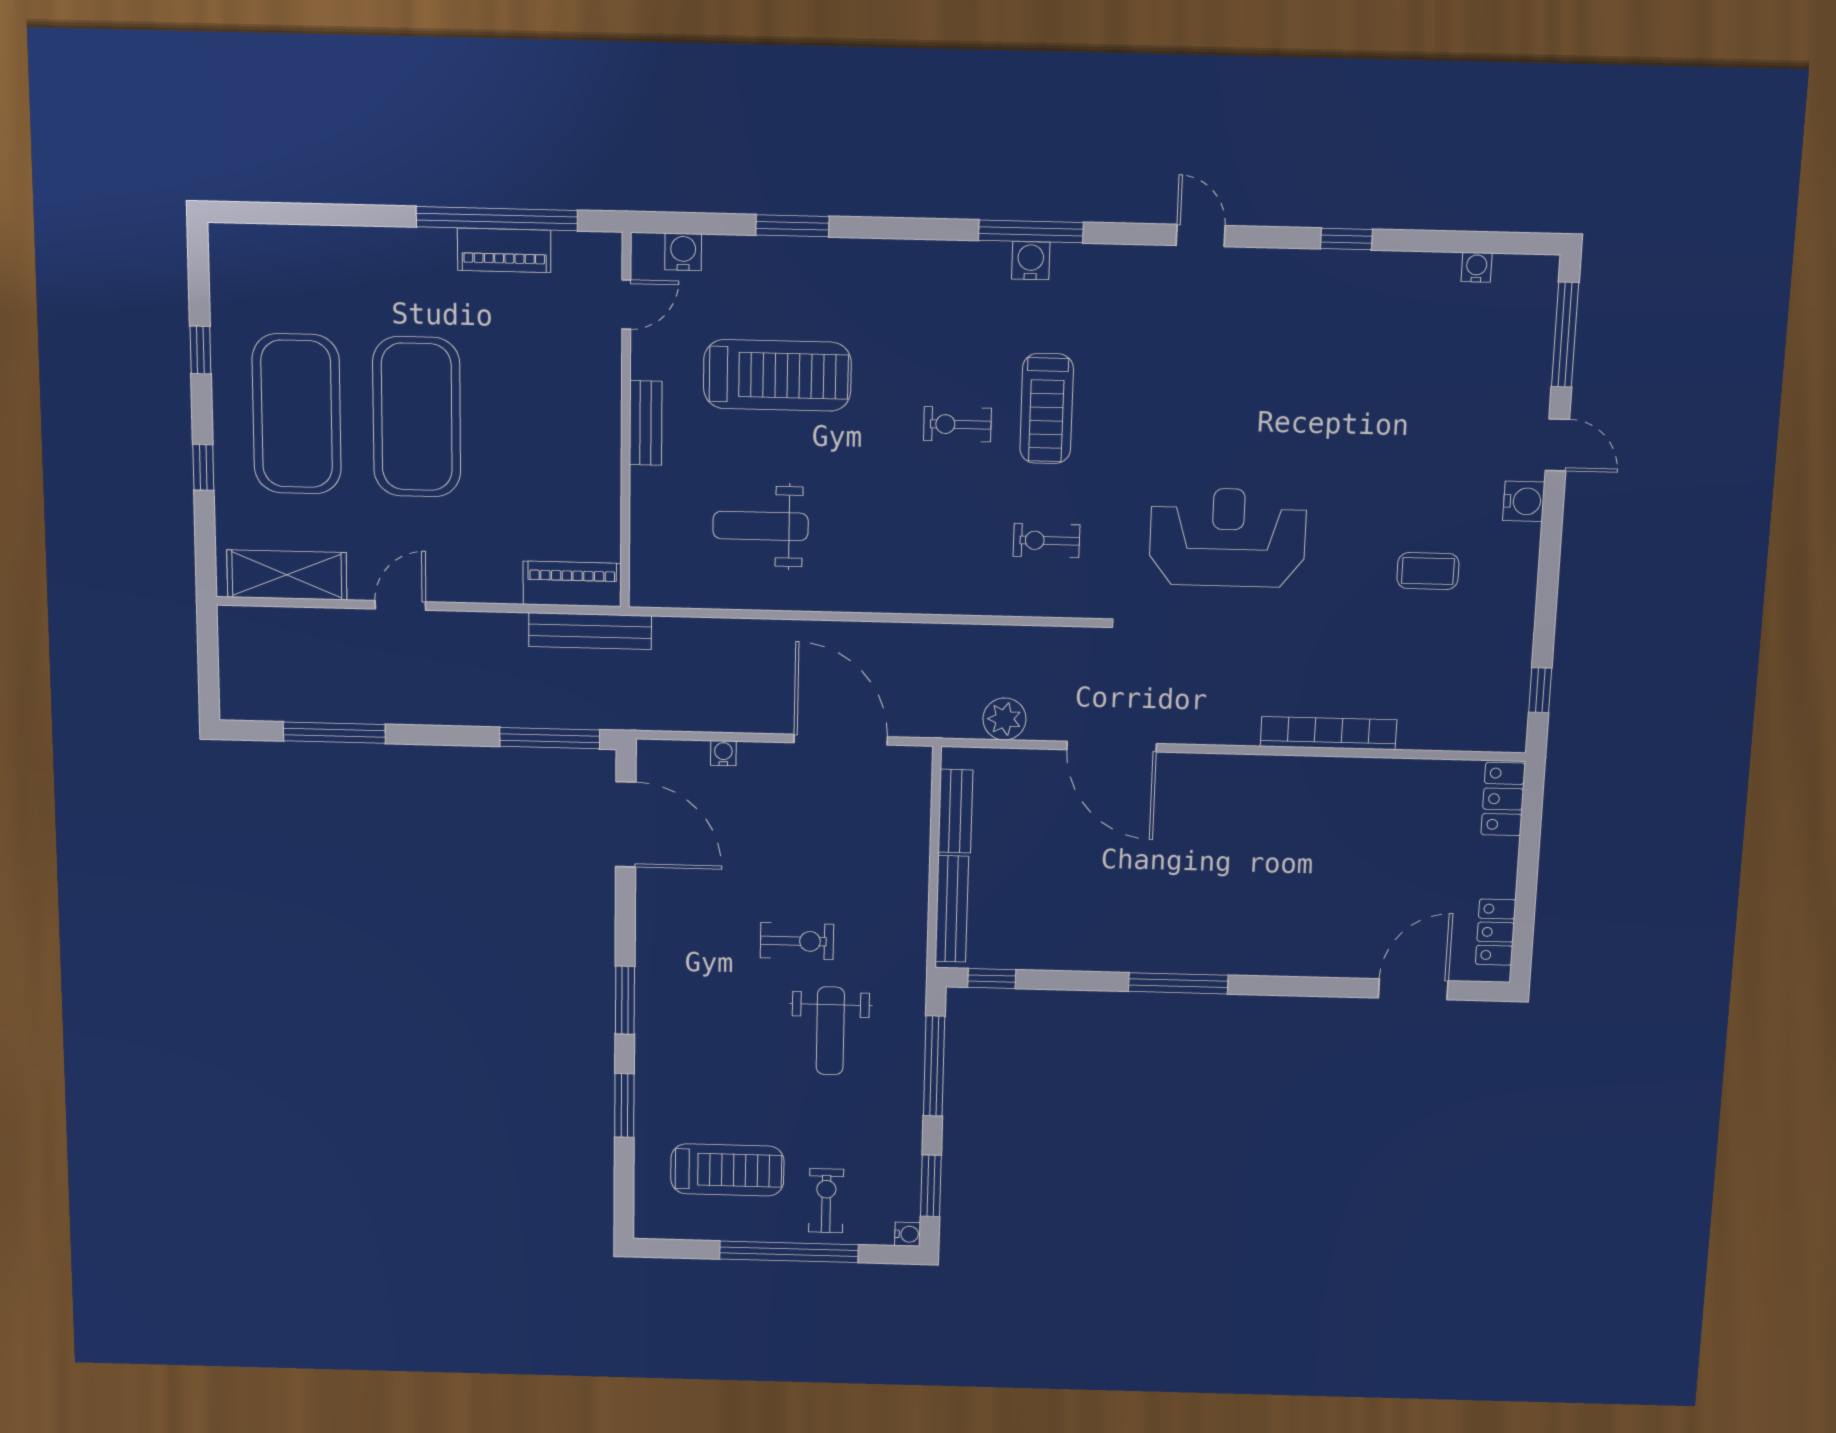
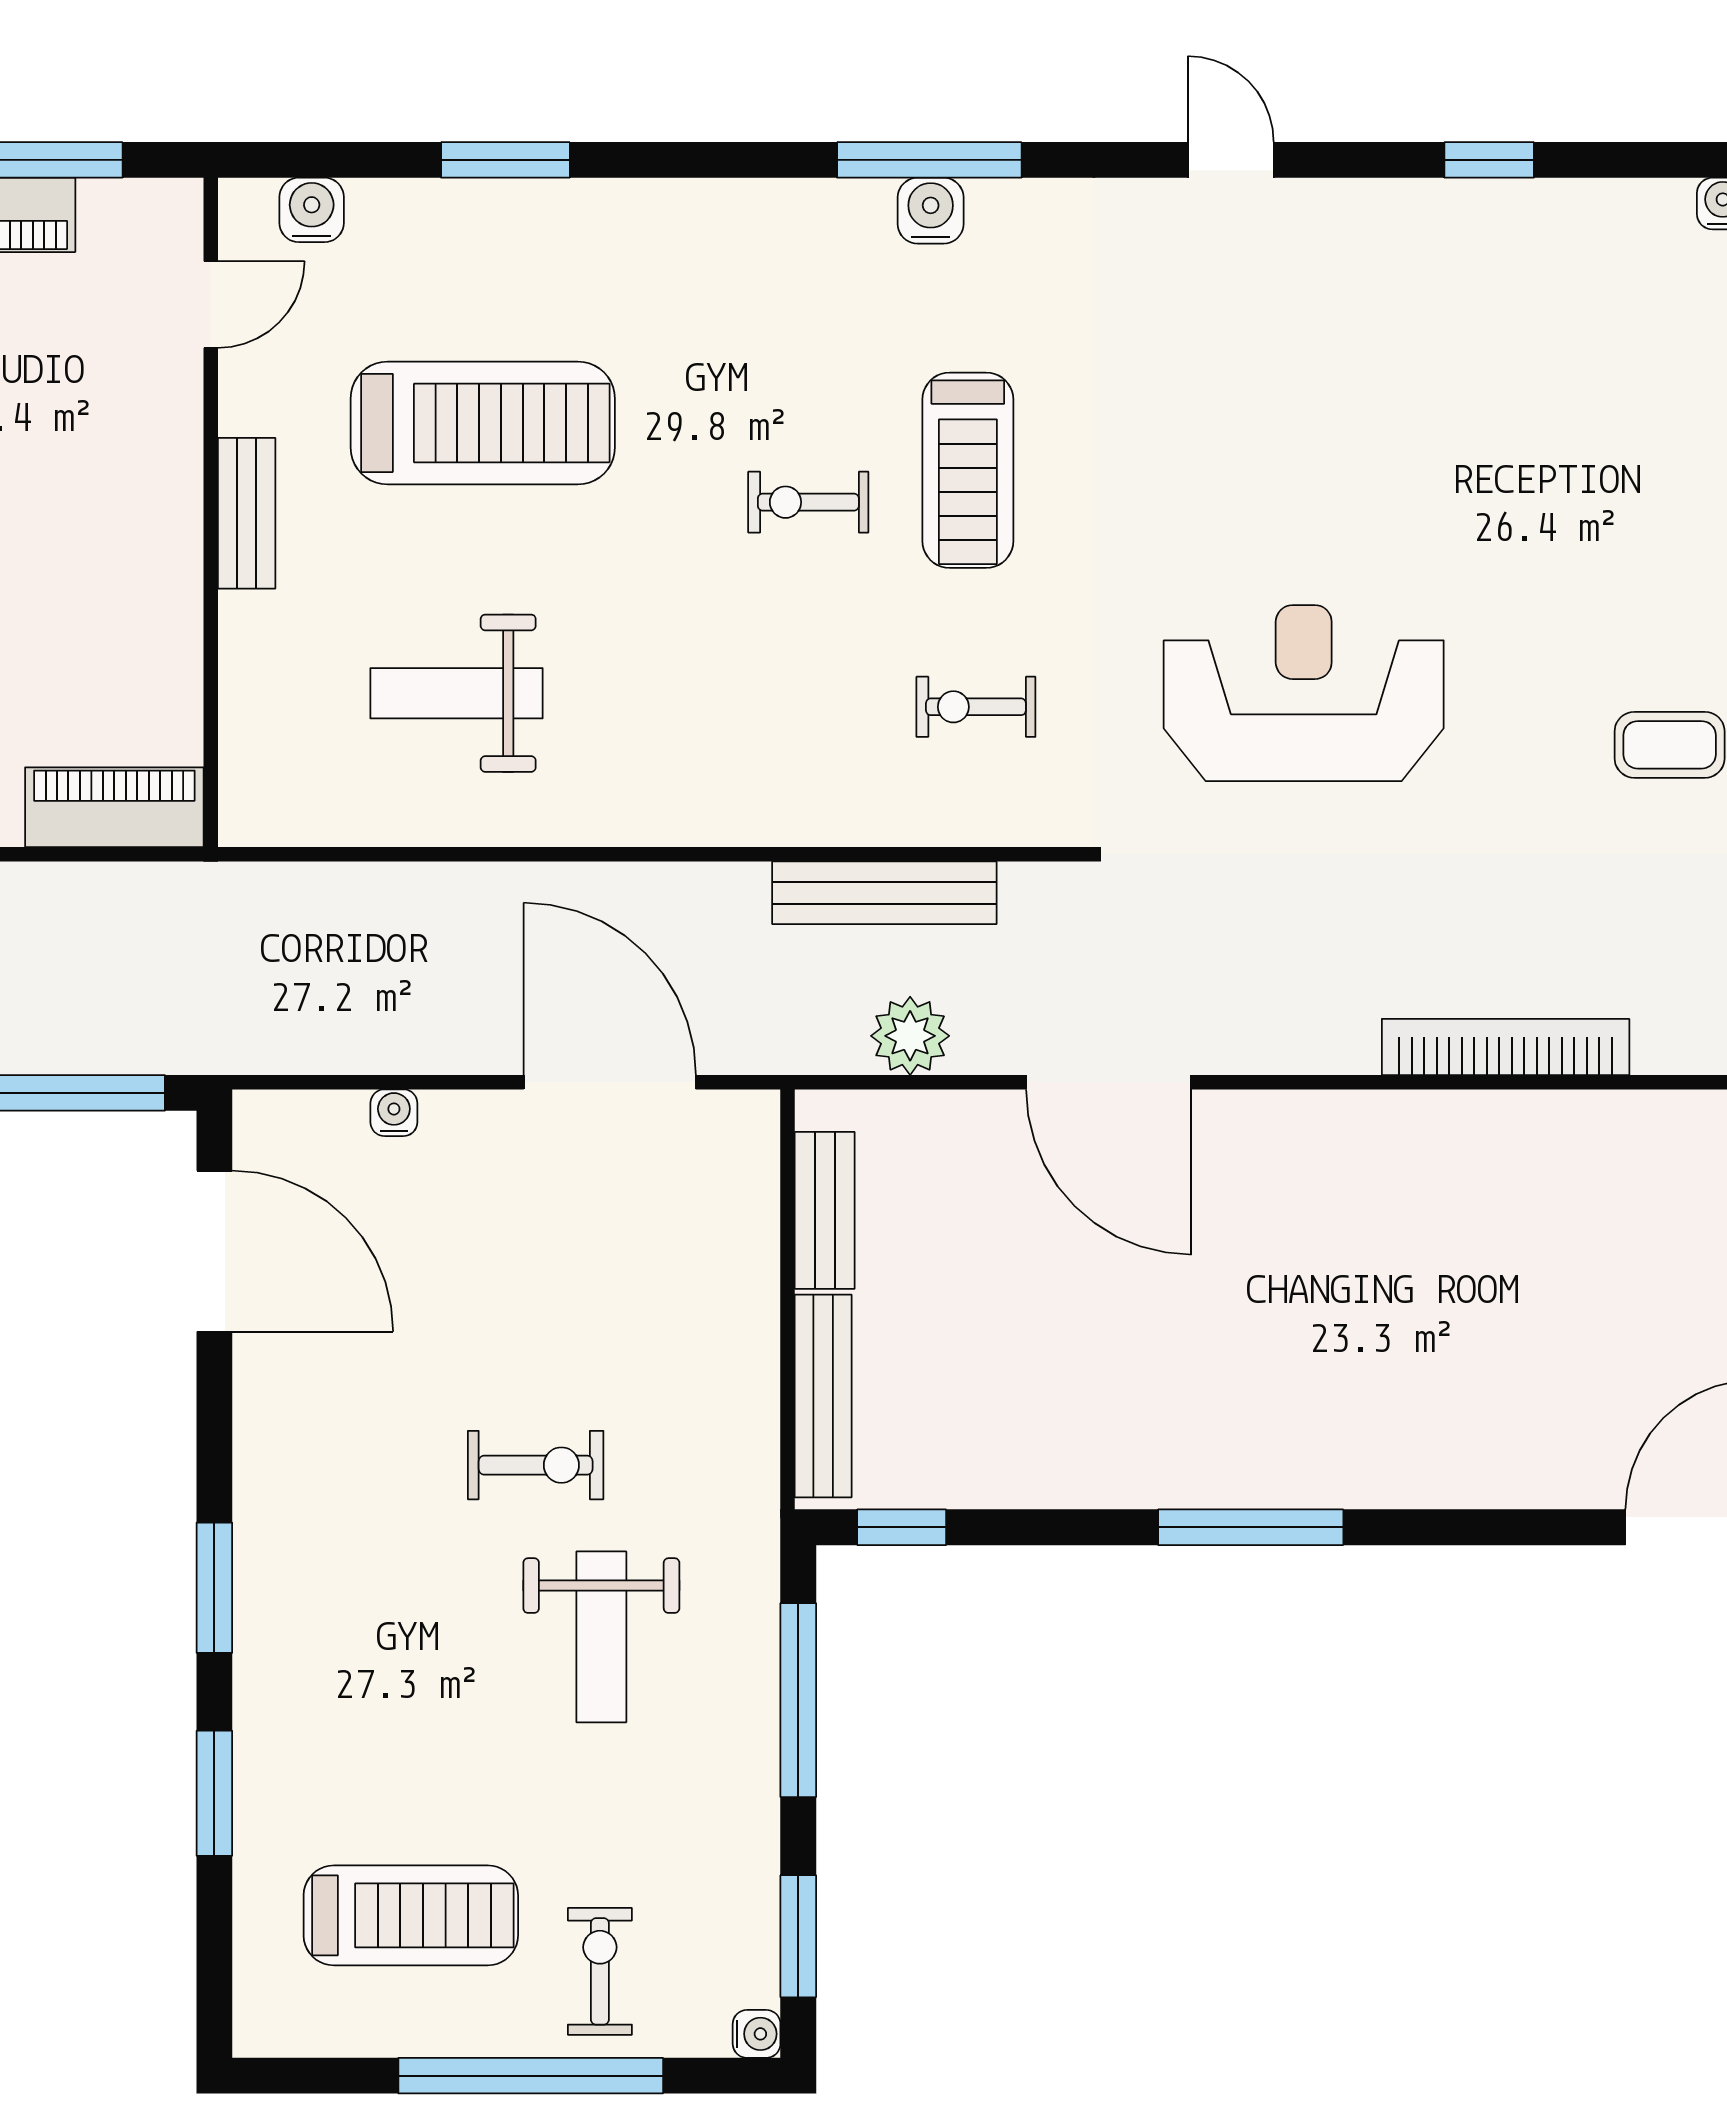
bench: (590, 631) -> (884, 893), moved

